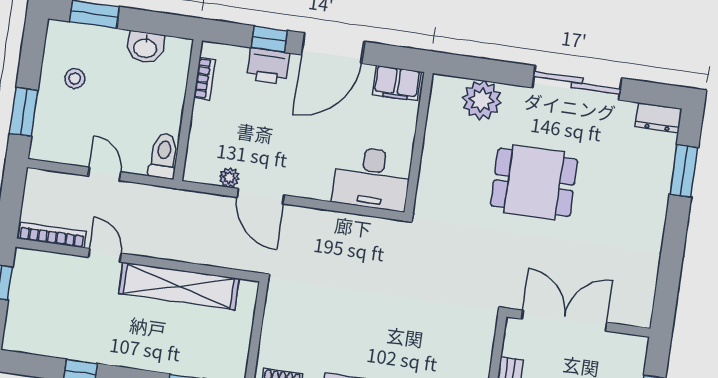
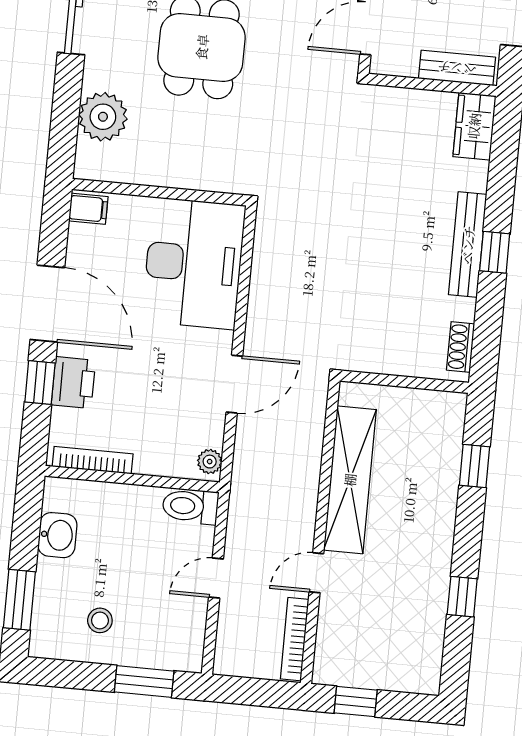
bookcase: (205, 79) -> (93, 460), width x1.56
filing cabinet: (397, 83) -> (88, 209), width x0.50
plant: (229, 178) -> (210, 462), moved
desk: (372, 179) -> (194, 263), width x1.36, depth x1.30

